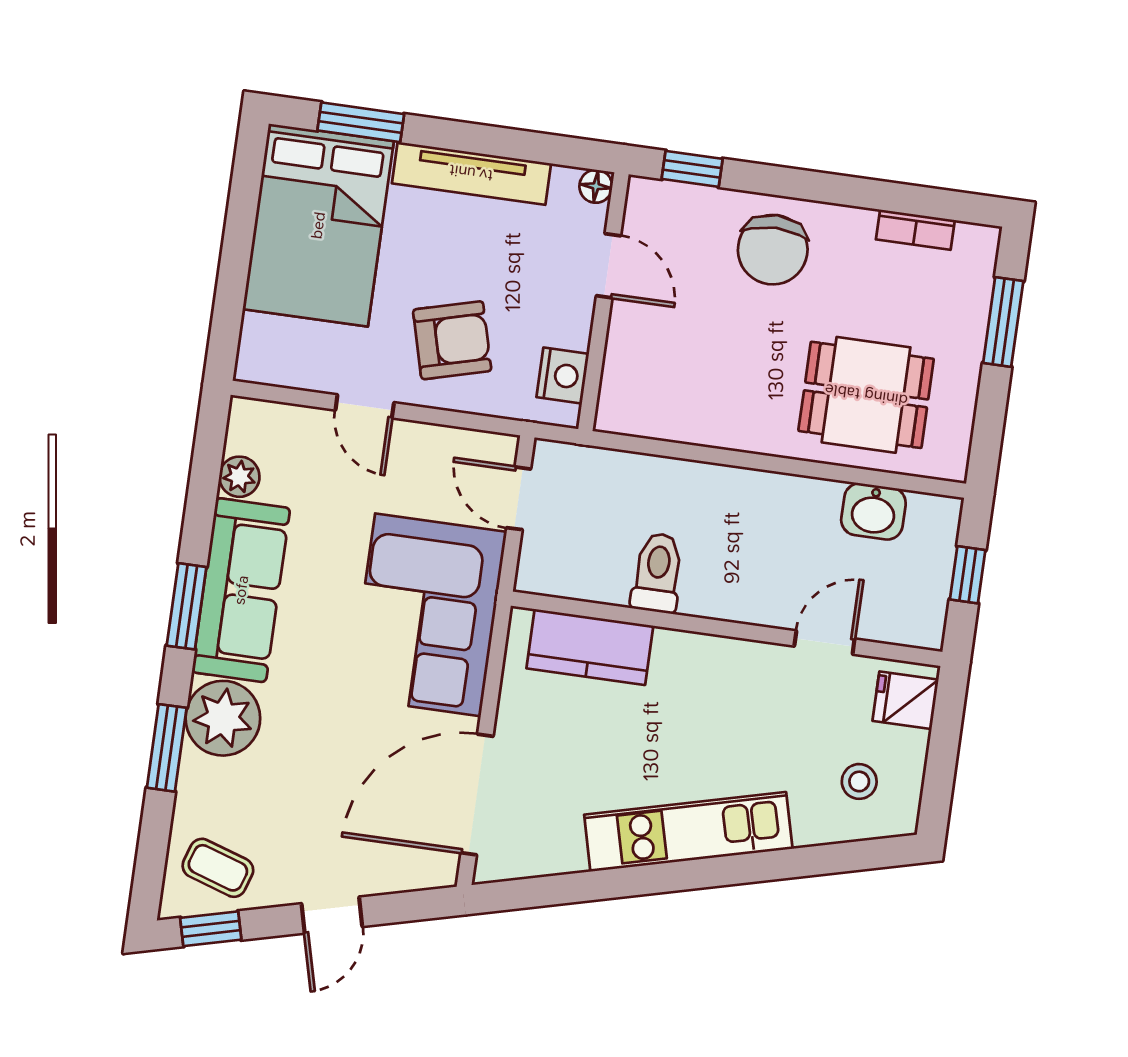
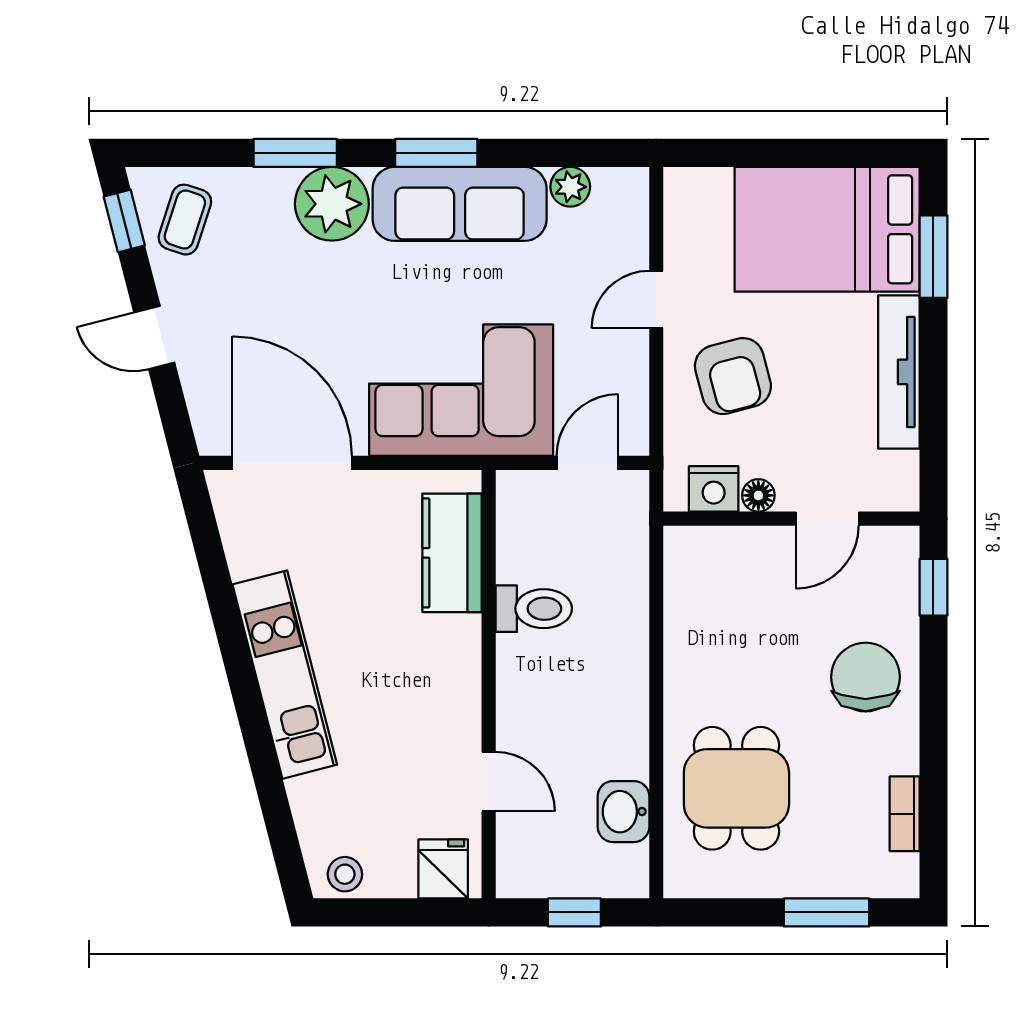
floor lamp: (596, 186) -> (758, 495), moved
chair: (773, 250) -> (866, 677), turned 90
stool: (859, 781) -> (345, 874), moved

